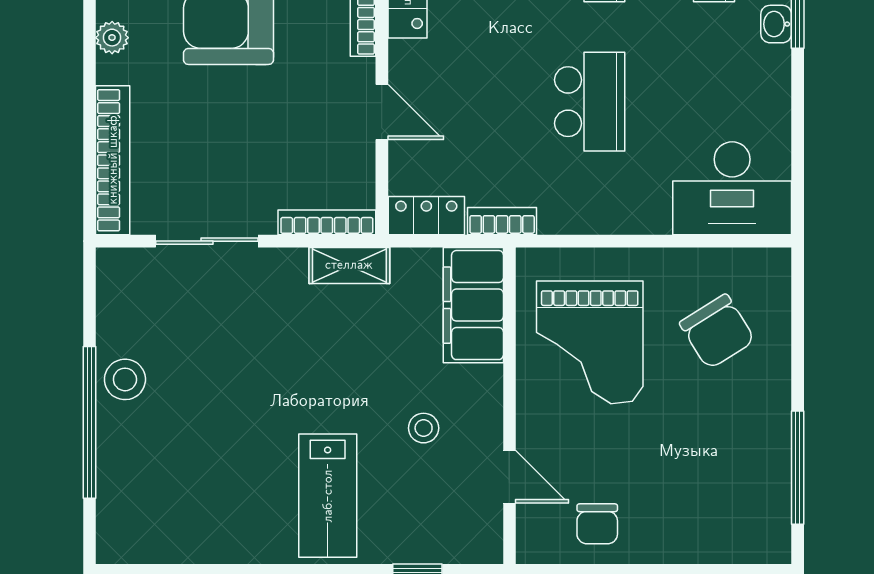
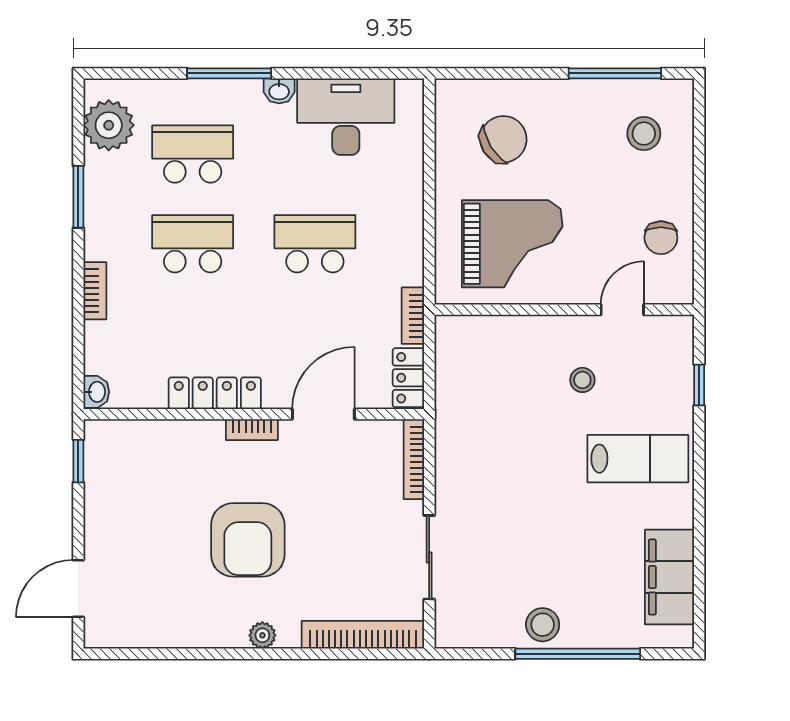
washbasin: (776, 24) -> (279, 91), moved
door: (382, 112) -> (323, 414), width x1.38
desk: (732, 188) -> (346, 117), moved, turned -90
shelving: (349, 265) -> (449, 441), removed
filing cabinet: (473, 305) -> (670, 577), moved, turned 90
stool: (724, 503) -> (644, 134), added
chair: (597, 524) -> (661, 238), turned 90

